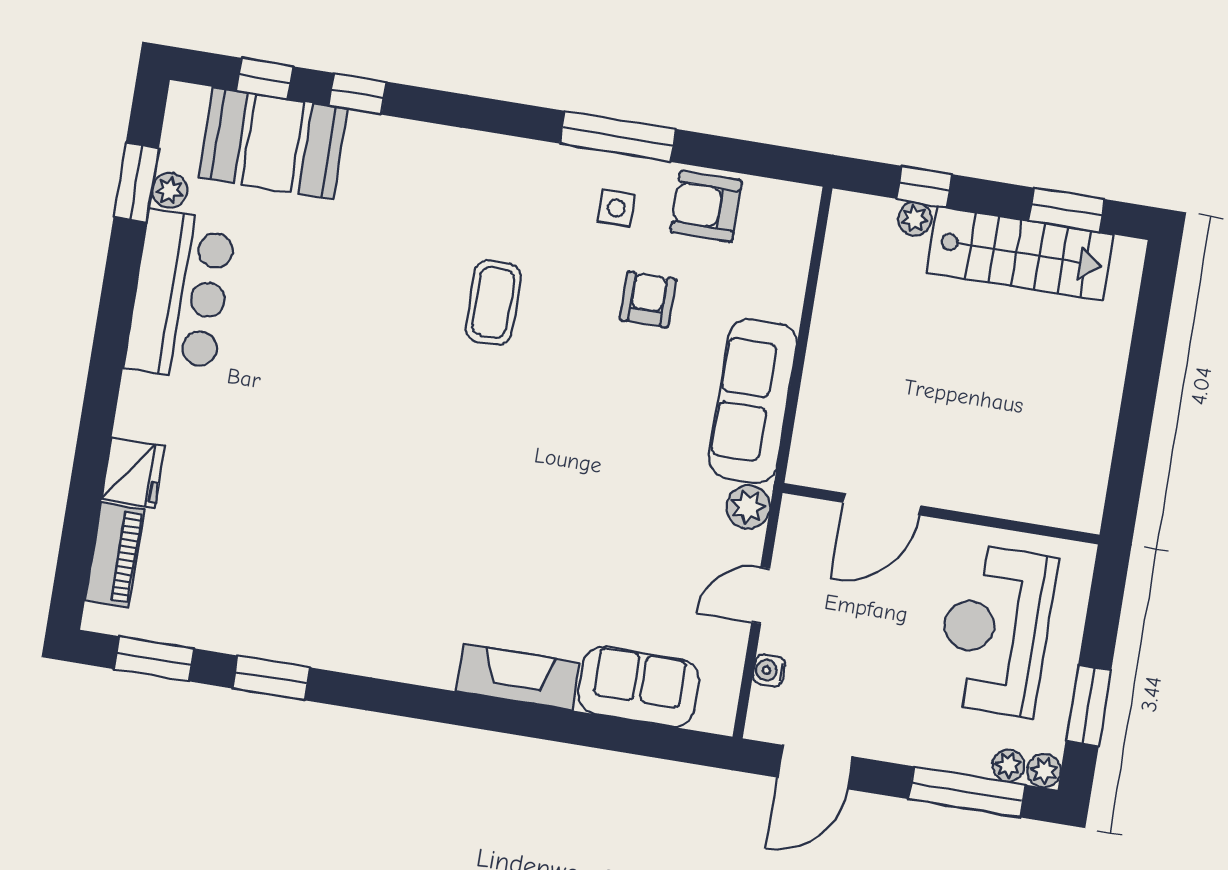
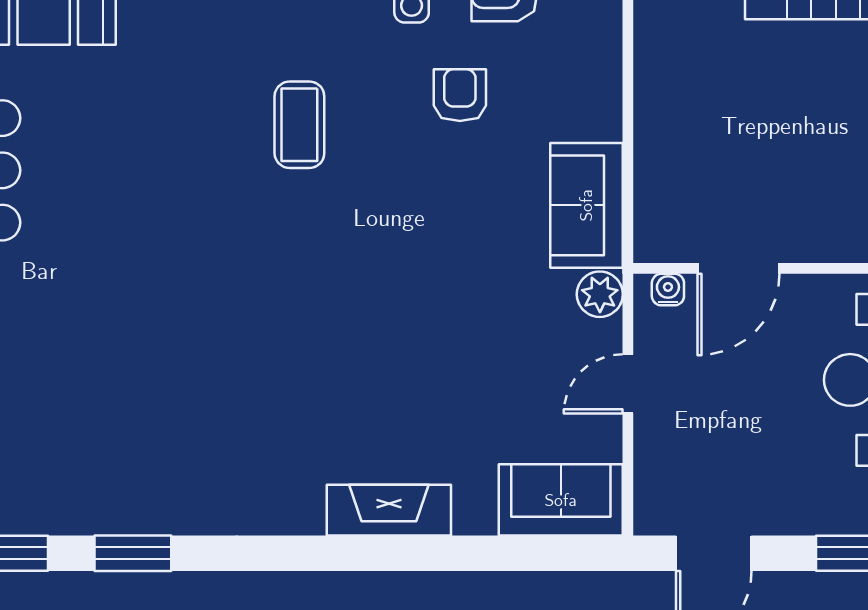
sofa: (753, 401) -> (586, 205), width x0.73
water cooler: (769, 671) -> (668, 290), moved, turned 90
sofa: (638, 687) -> (561, 500), moved

